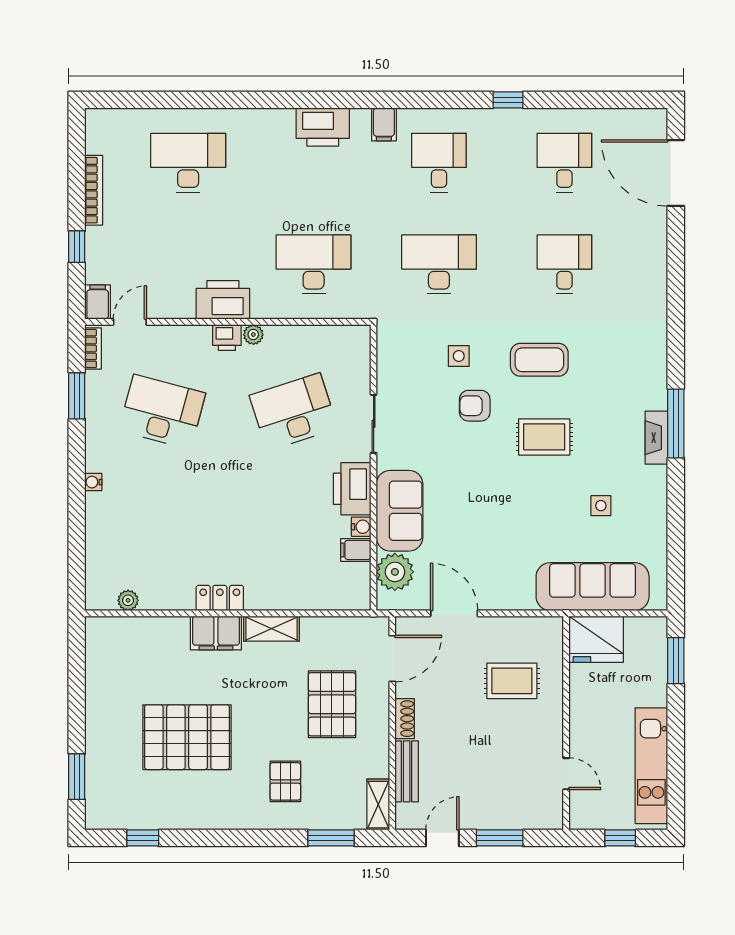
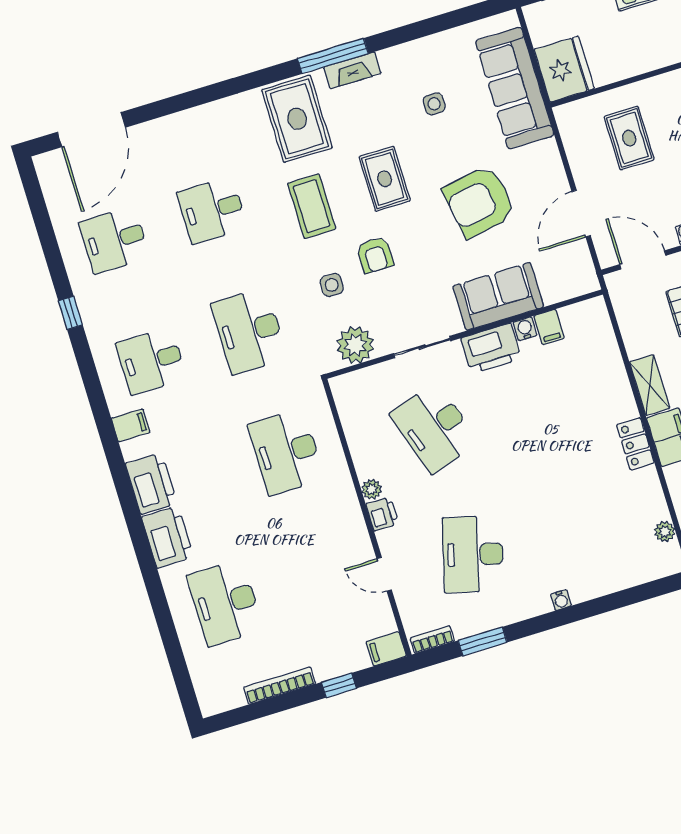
printer: (223, 300) -> (168, 537), moved, turned 180
door: (130, 322) -> (384, 574), moved
rug: (627, 371) -> (297, 119), added
armchair: (495, 520) -> (479, 201), added
plant: (395, 572) -> (355, 345), moved

